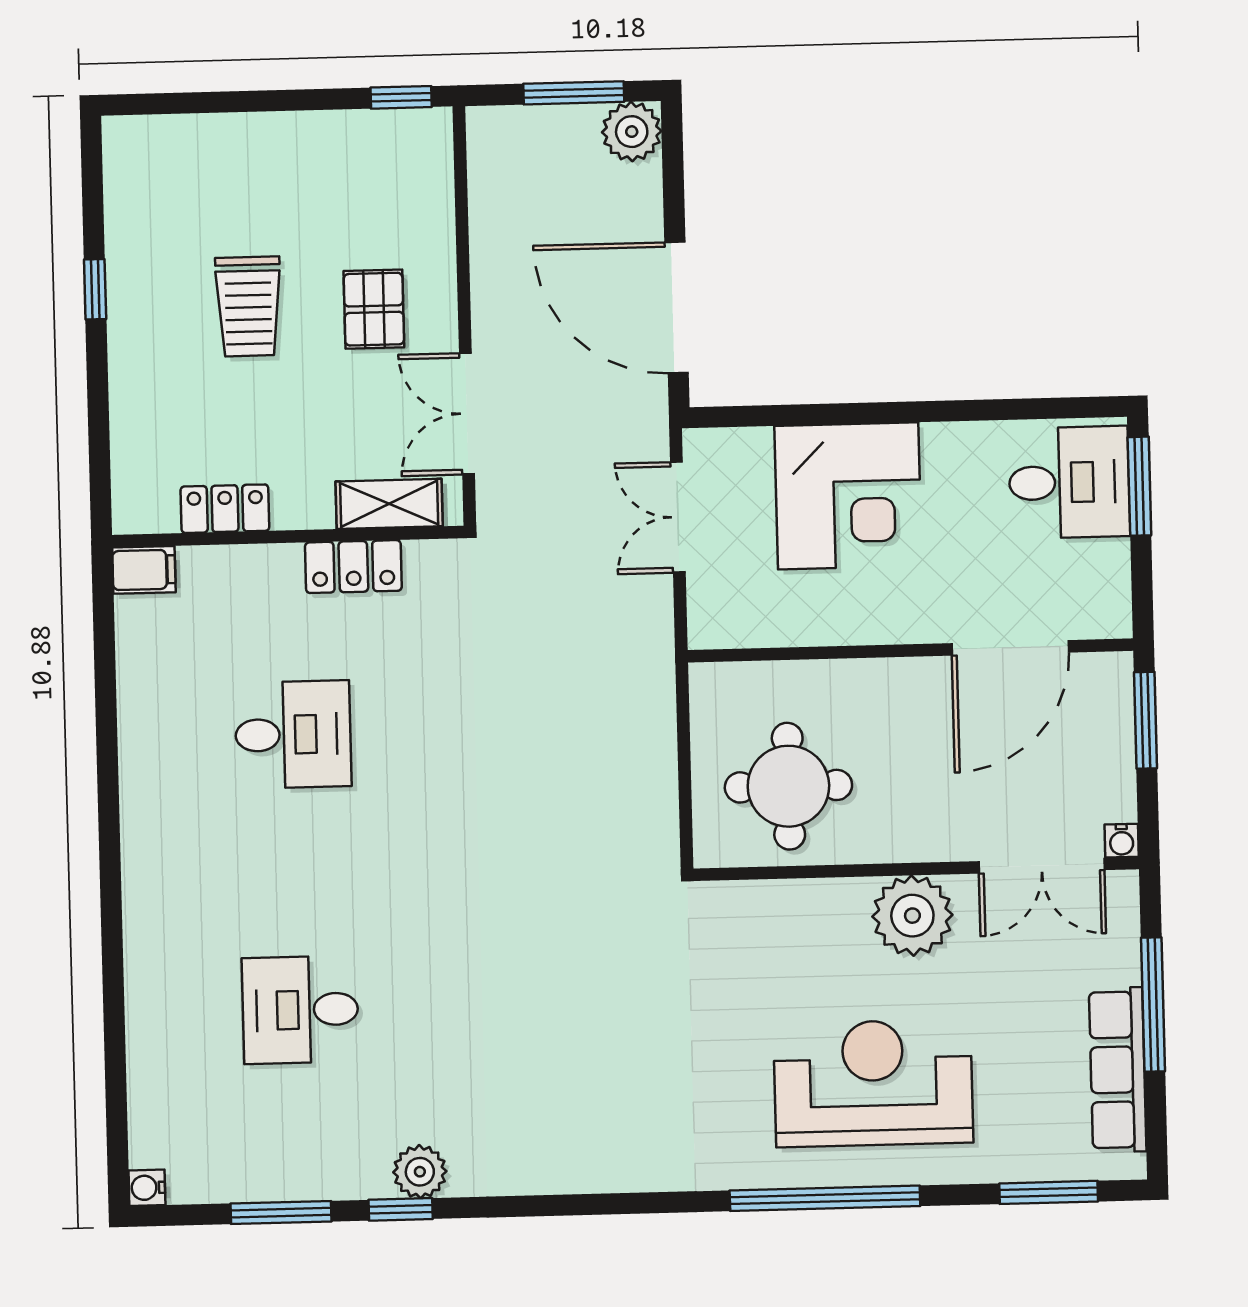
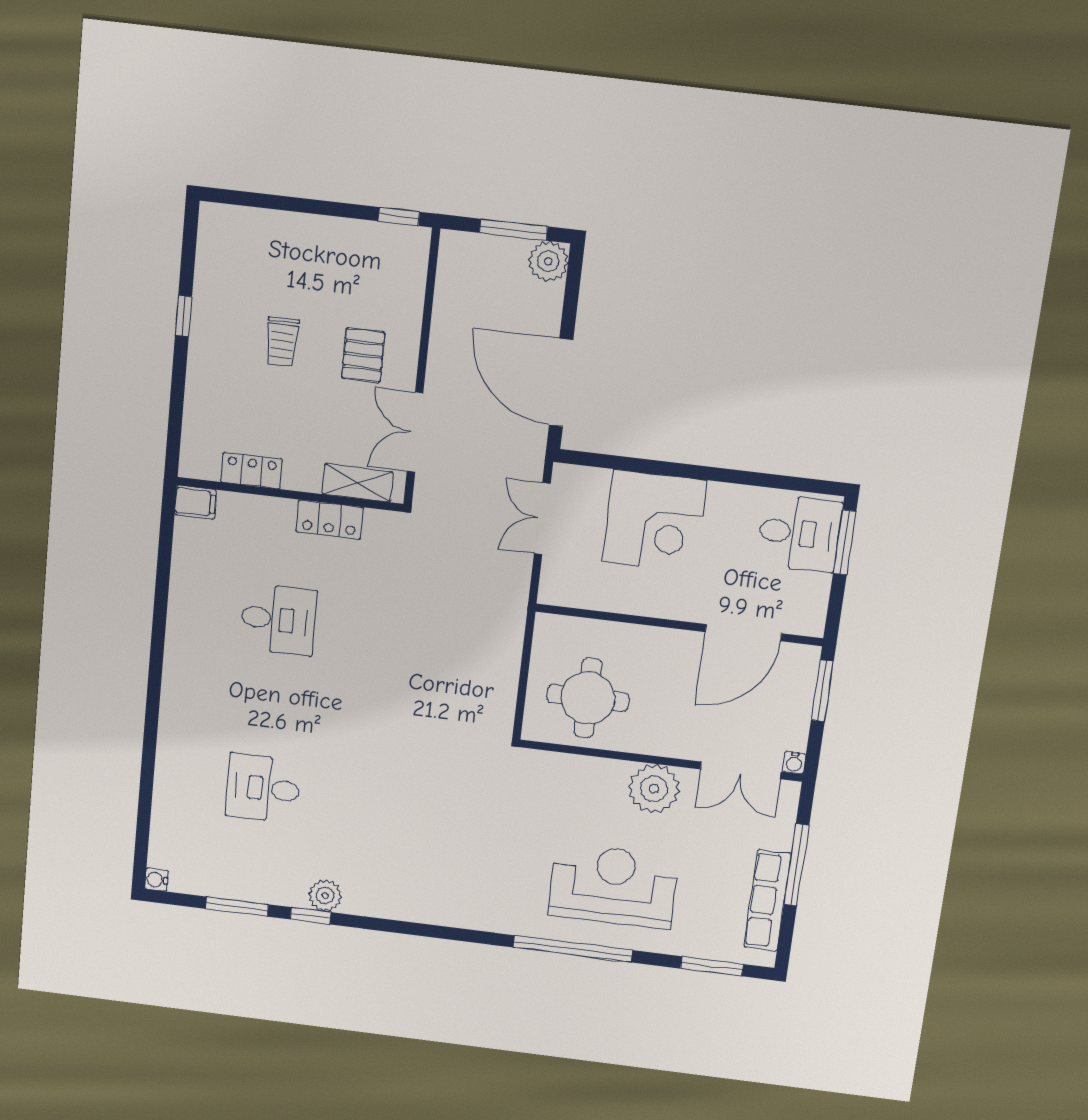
trolley: (248, 306) -> (282, 342), width x0.73, depth x0.72

